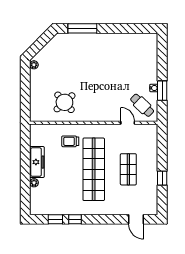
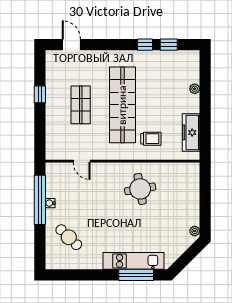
kitchen unit: (85, 40) -> (133, 261), added
window: (162, 91) -> (40, 200), width x2.11
round table: (64, 102) -> (140, 189), moved, turned 32
cafe table: (142, 105) -> (69, 237), moved
freezer: (37, 162) -> (191, 132), moved

